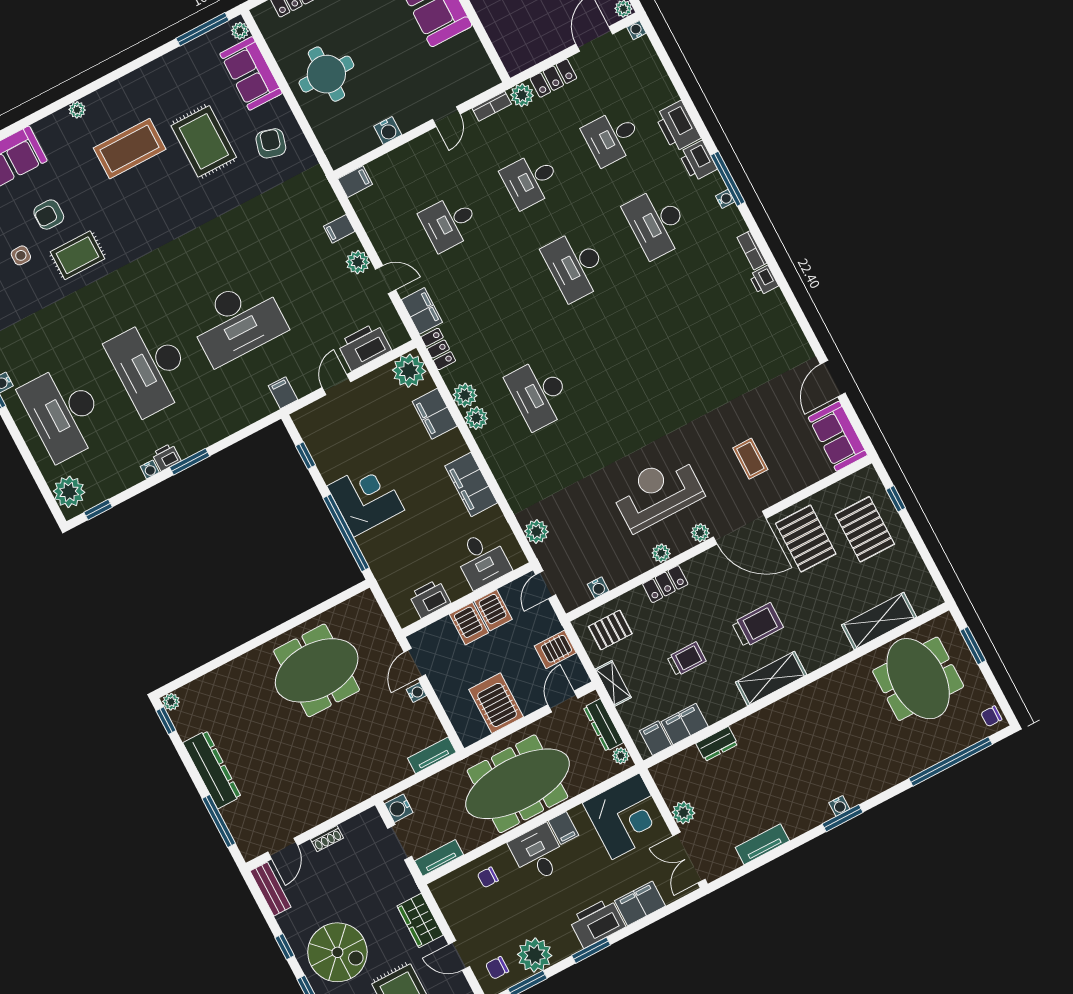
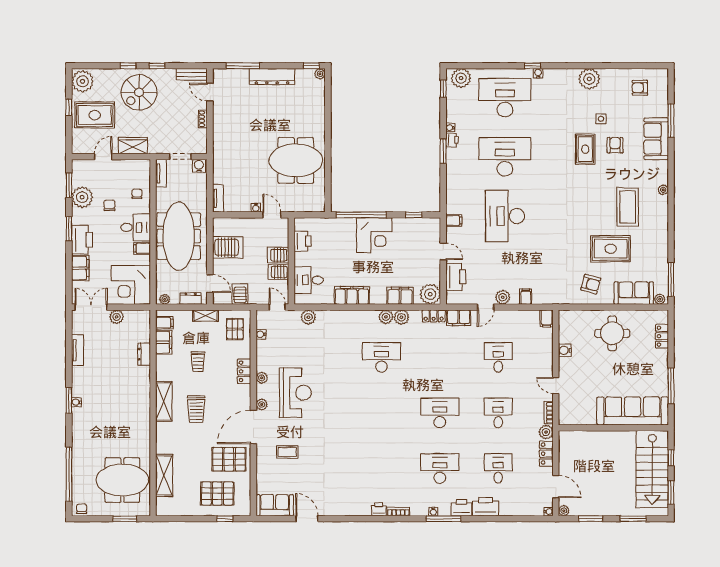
meeting table: (317, 670) -> (296, 160), turned 90
dresser: (603, 725) -> (191, 299), width x0.70
chair: (497, 968) -> (109, 205), moved

